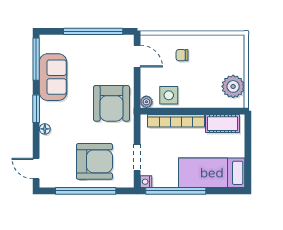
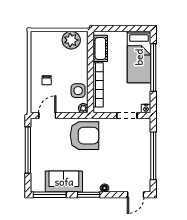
armchair: (94, 161) -> (130, 149), removed
window: (176, 191) -> (153, 68), moved

